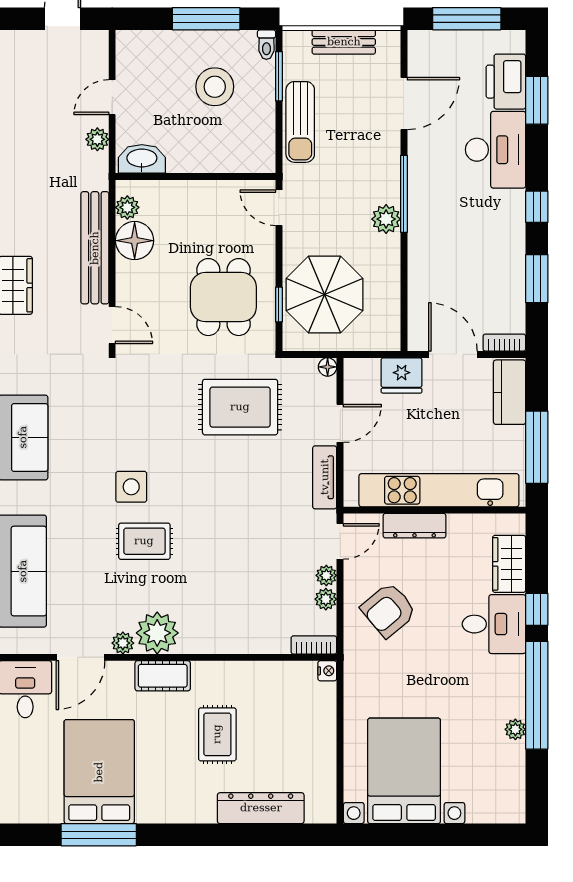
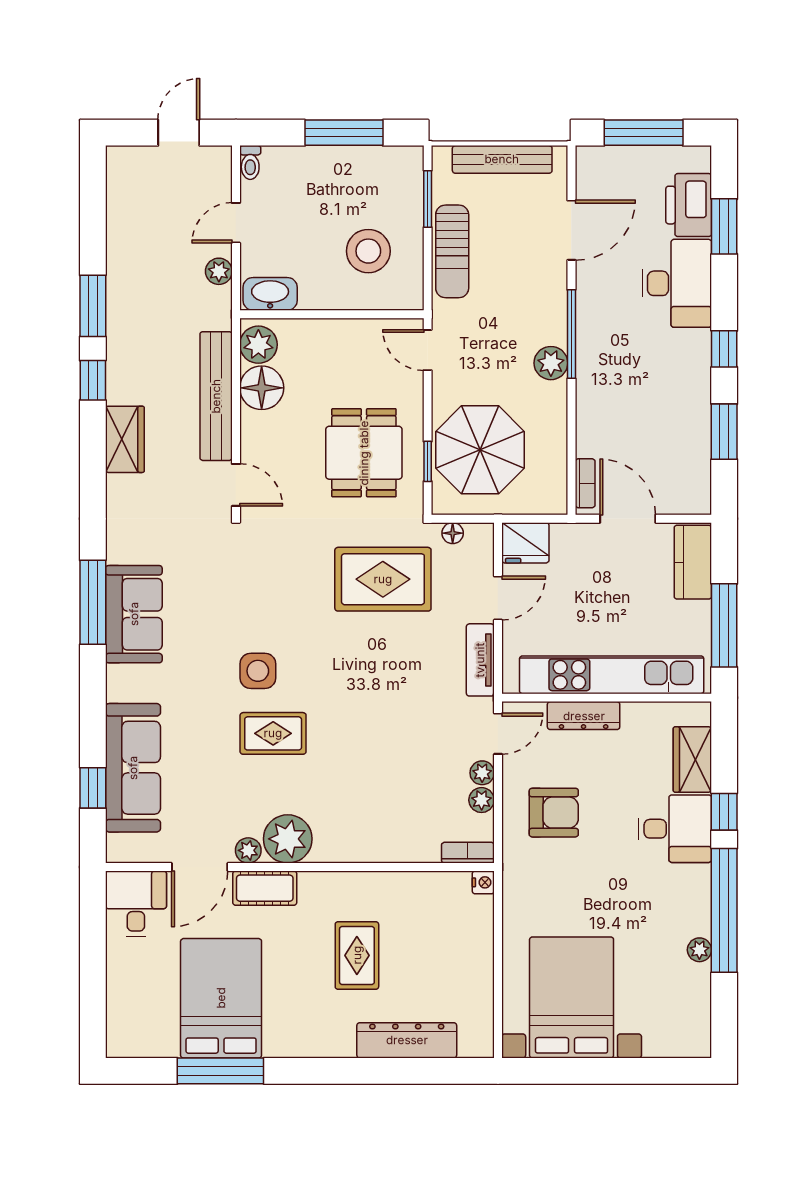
bench: (344, 42) -> (502, 159), width x1.36
toilet: (266, 45) -> (250, 162), moved
stool: (215, 87) -> (368, 251), moved
plant: (127, 207) -> (258, 345), width x1.38, depth x1.38
bookcase: (504, 343) -> (585, 483), moved, turned 90
floor lamp: (328, 367) -> (453, 533), moved
fridge: (402, 375) -> (525, 543), moved
armchair: (389, 610) -> (554, 813), turned -140
cot: (163, 676) -> (265, 888), moved

